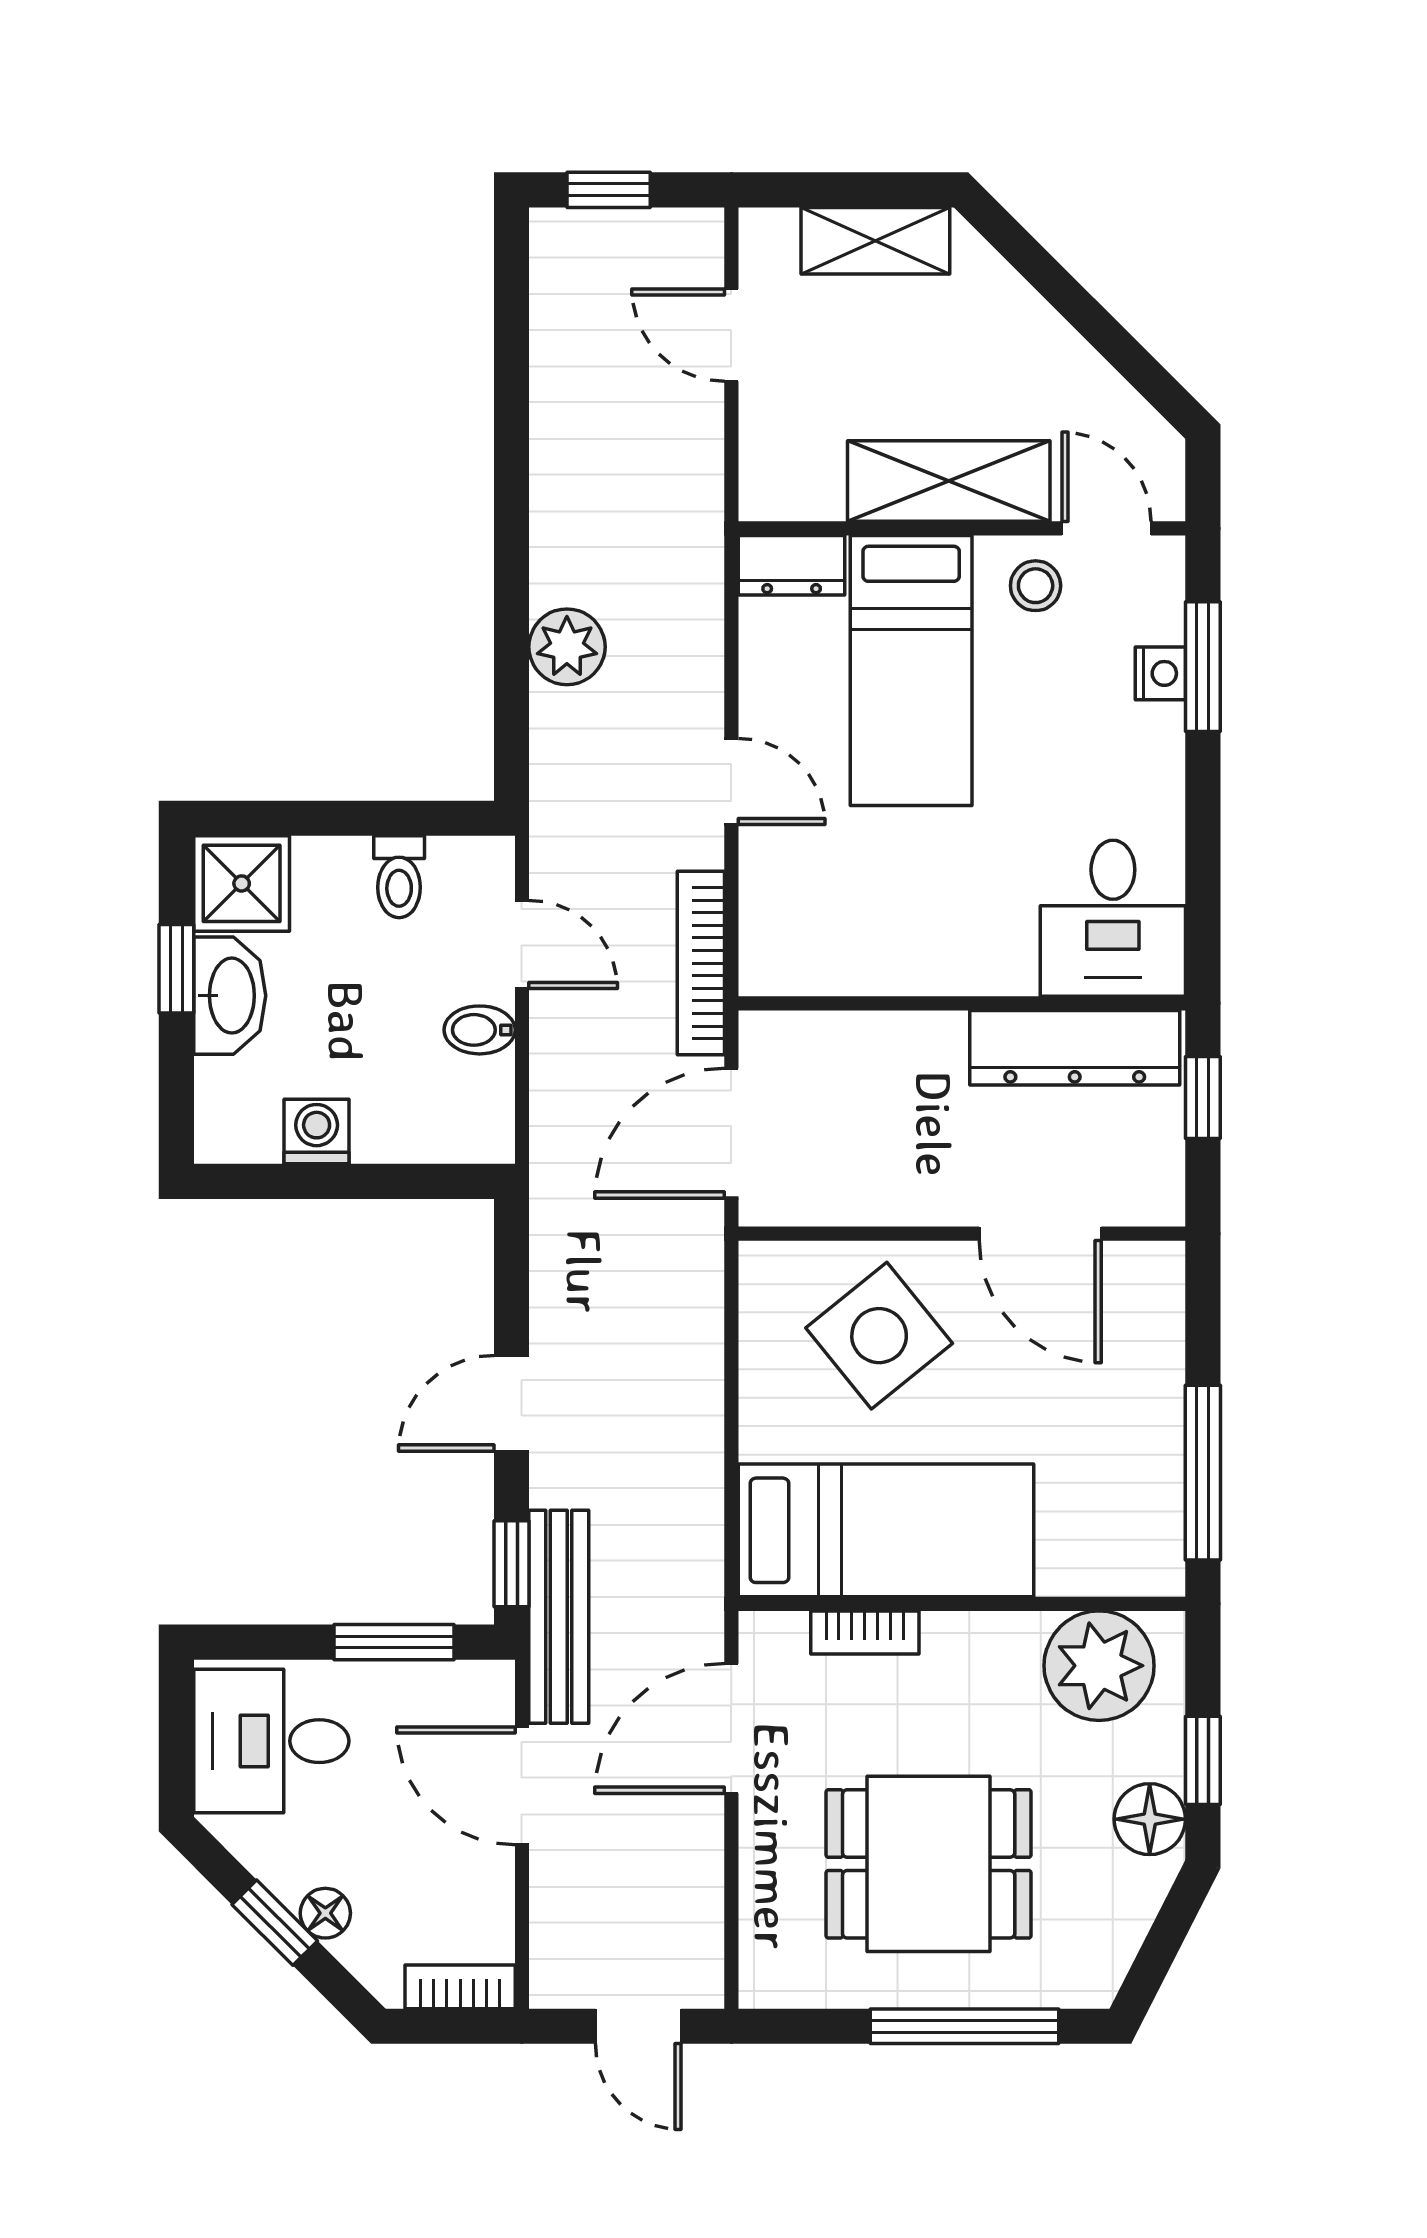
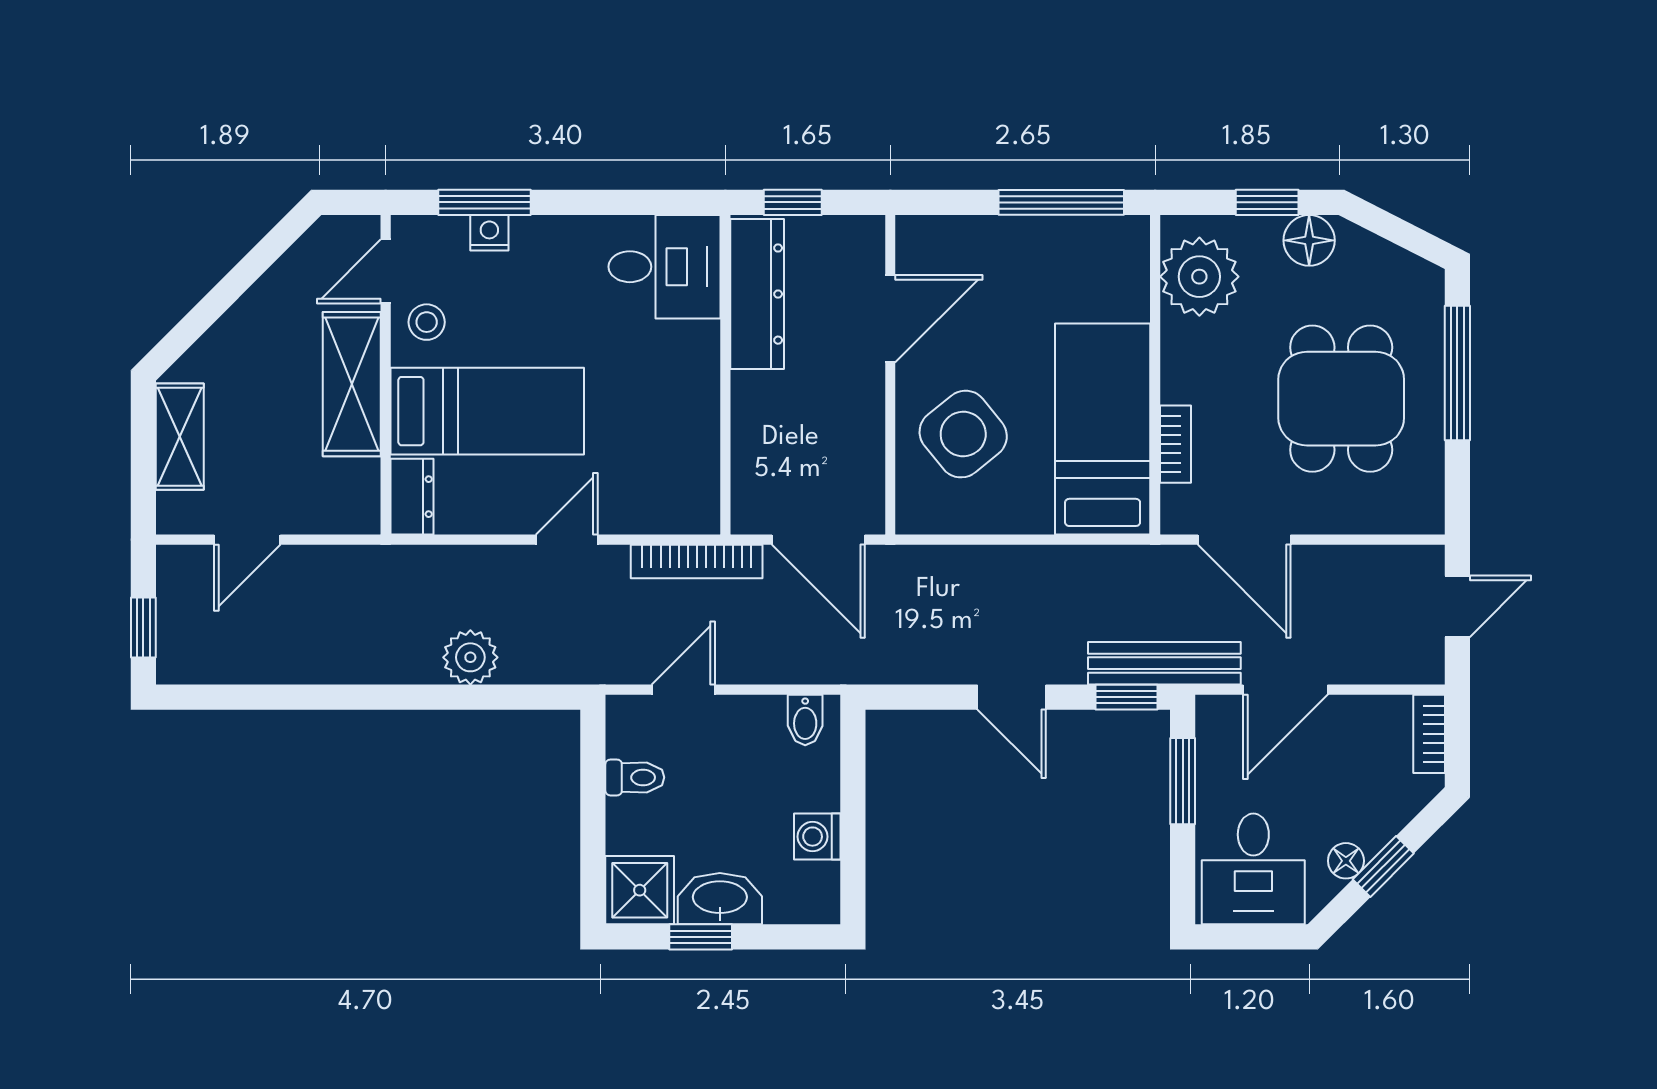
bidet: (480, 1030) -> (805, 720), moved
floor lamp: (325, 1913) -> (1346, 861), moved

